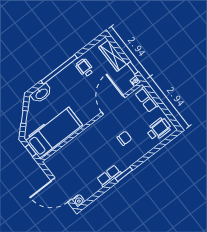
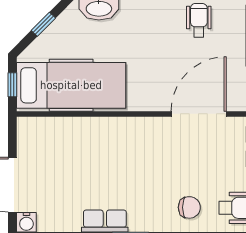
chair: (124, 138) -> (189, 207), moved

